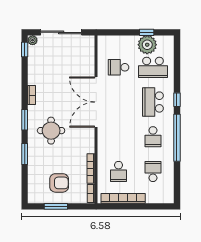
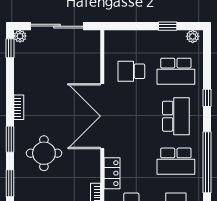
plant: (147, 45) -> (193, 36), moved, width x0.53, depth x0.53
window: (177, 100) -> (207, 98), moved
school desk: (153, 102) -> (176, 116), turned 180
school desk: (153, 137) -> (176, 161), width x1.85
locker: (104, 146) -> (112, 173), added

